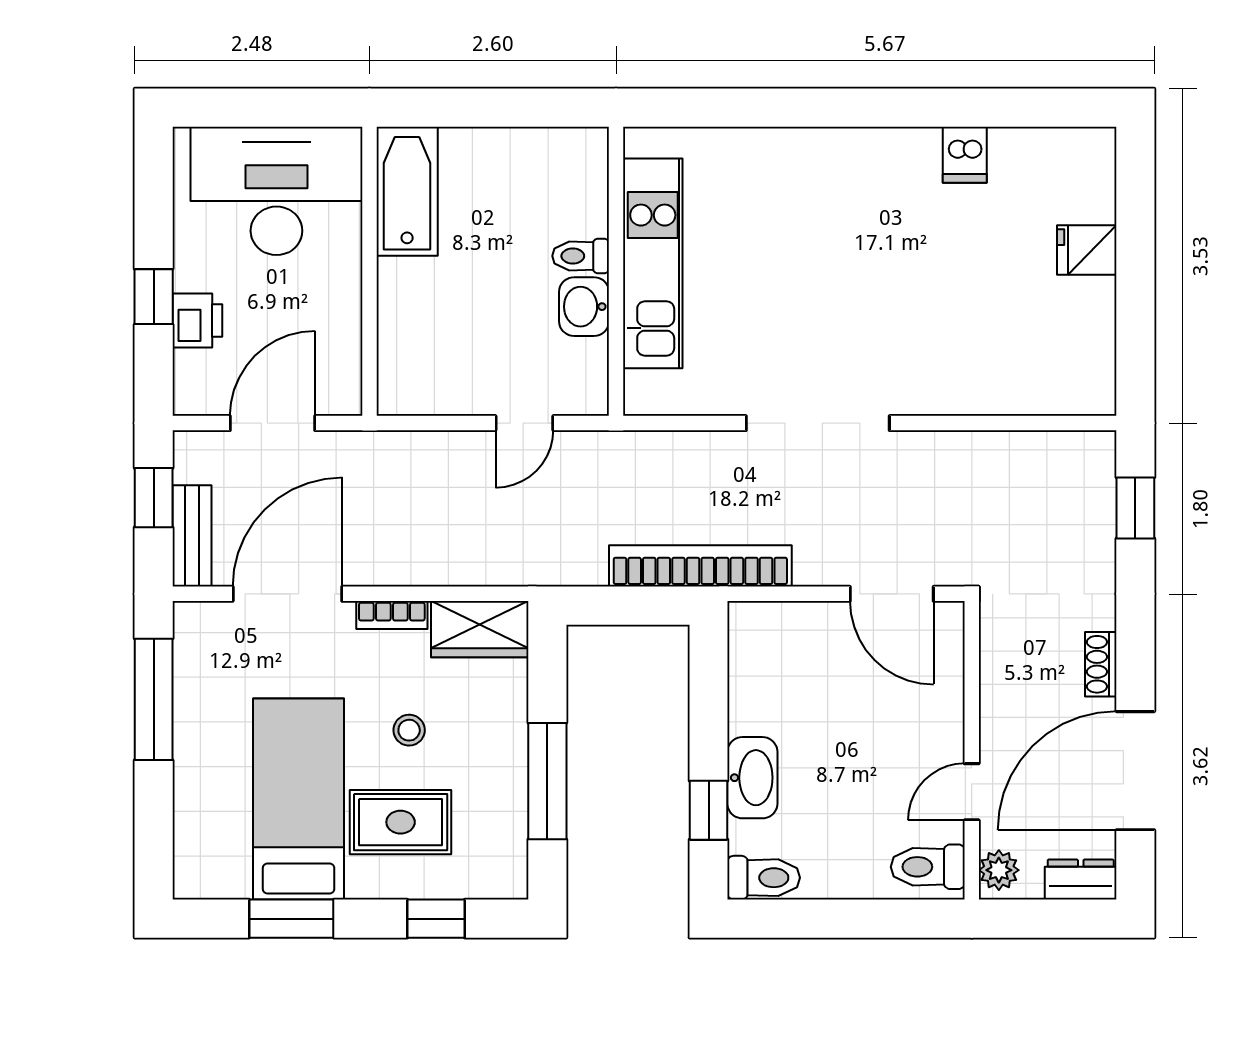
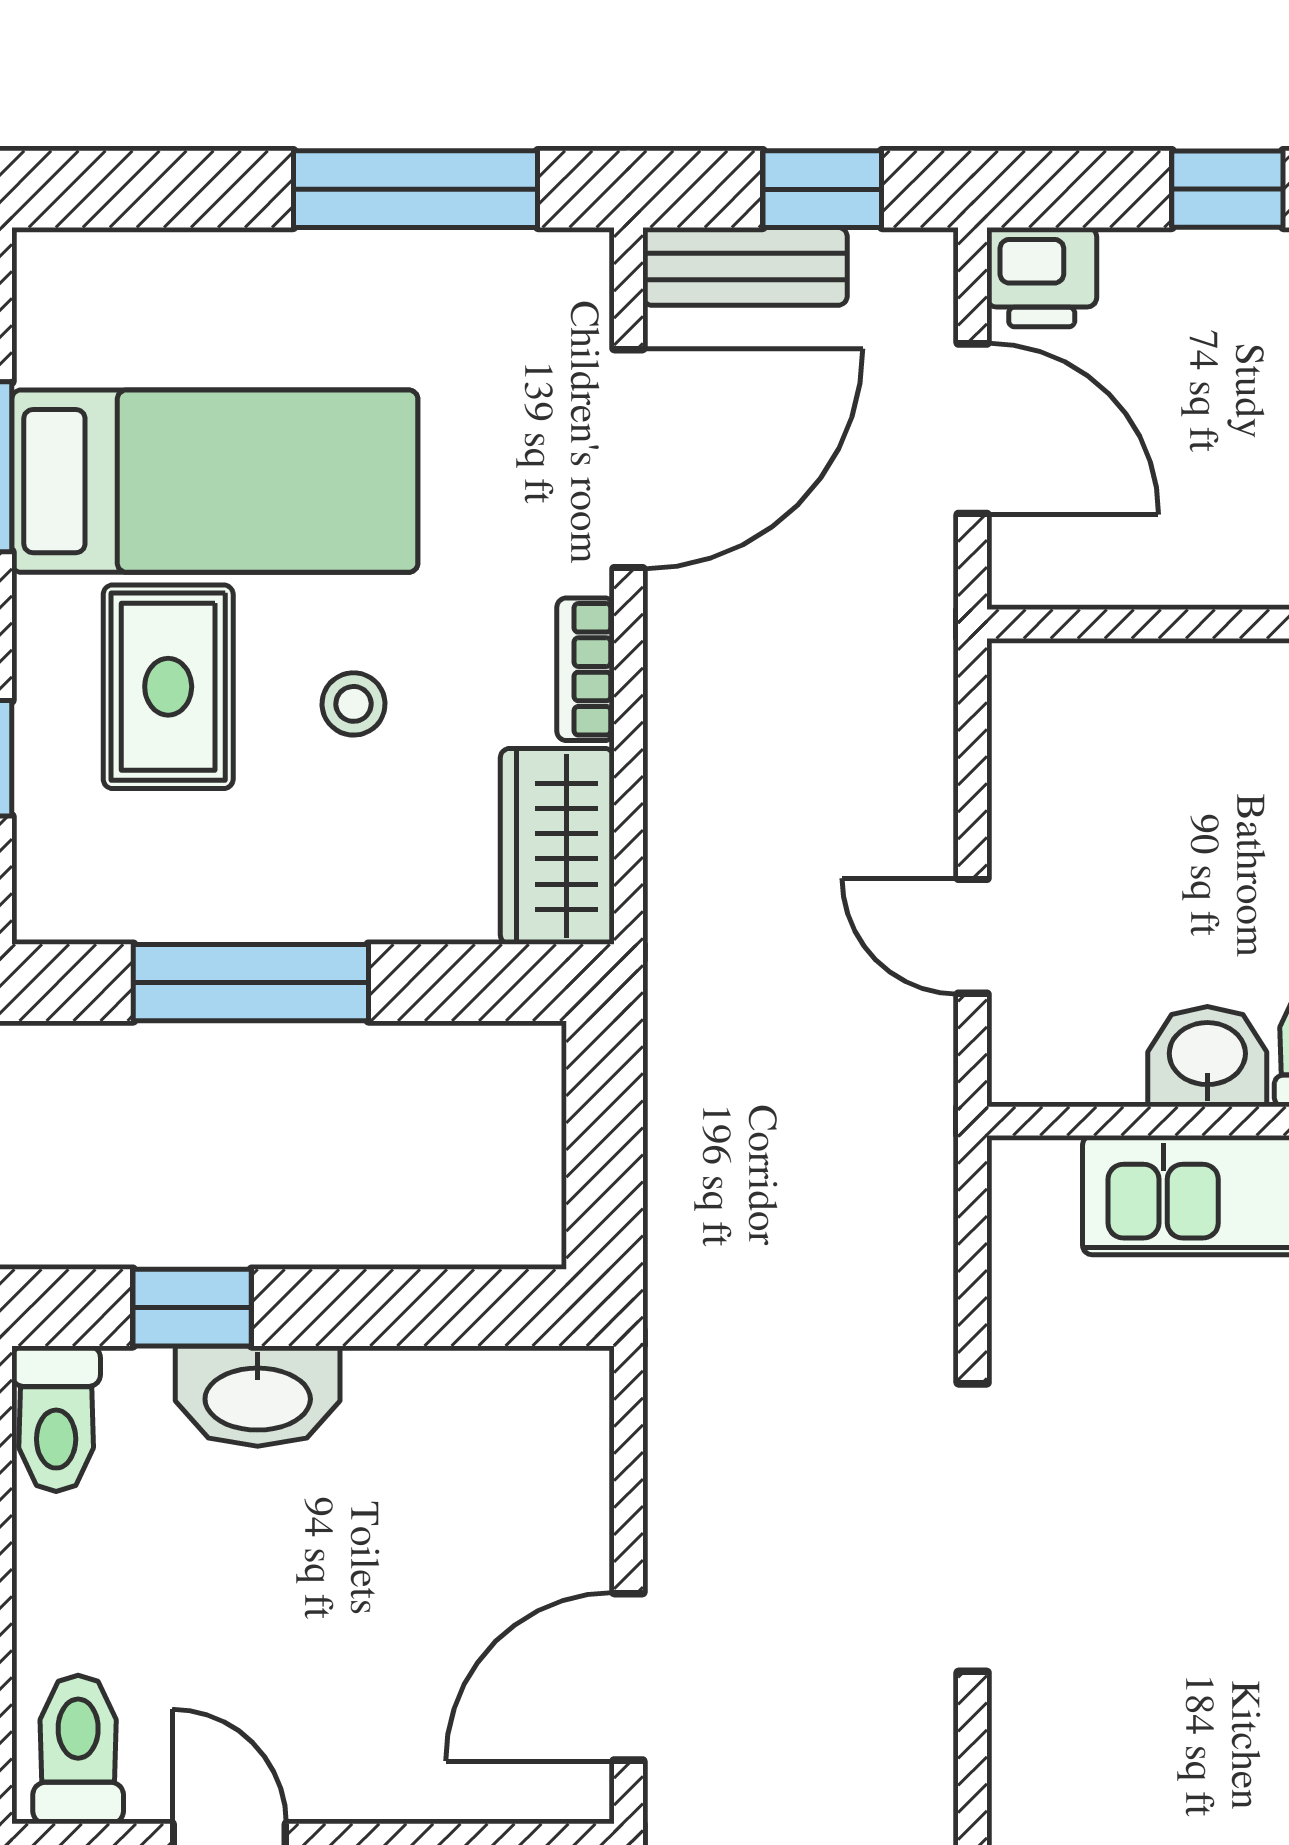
printer: (197, 320) -> (1042, 277), moved
bookcase: (700, 566) -> (685, 1291), removed
door: (287, 594) -> (628, 459), hinge flipped

